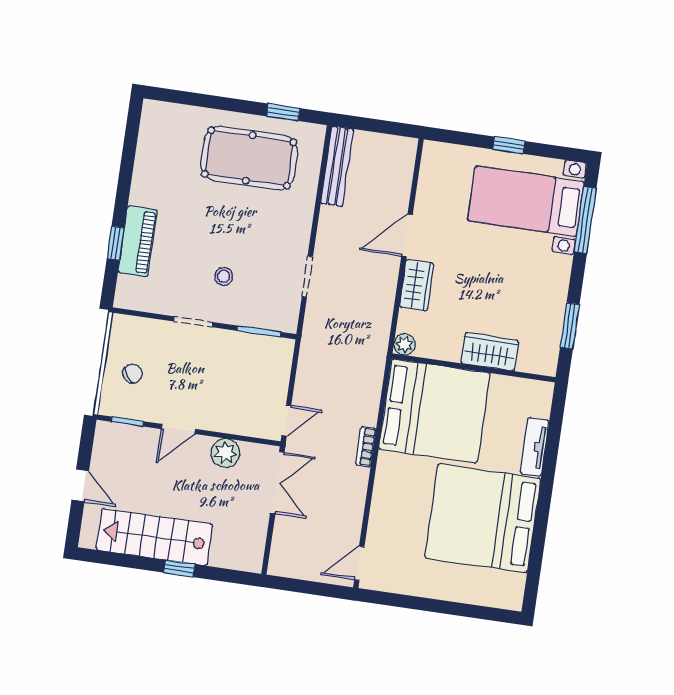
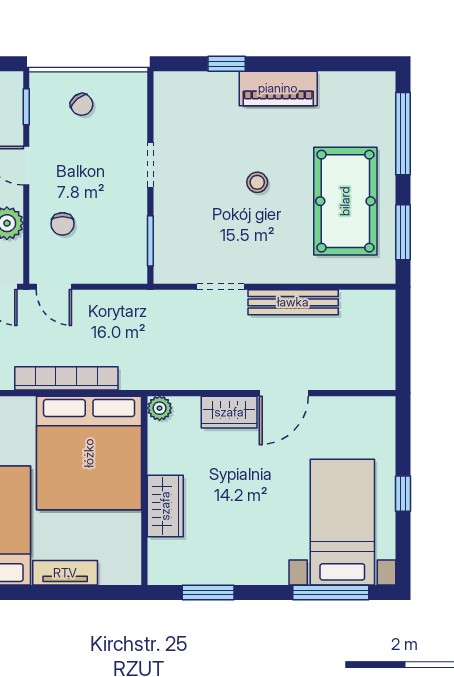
window: (198, 100) -> (403, 134), added
window: (283, 112) -> (403, 232), width x1.50
bench: (337, 166) -> (293, 302), moved
door: (407, 235) -> (284, 393), swing flipped
piano: (138, 241) -> (278, 88), moved
stool: (224, 276) -> (257, 182), moved
chair: (233, 405) -> (62, 224), added
bookcase: (366, 447) -> (66, 378), width x2.31, depth x1.31

